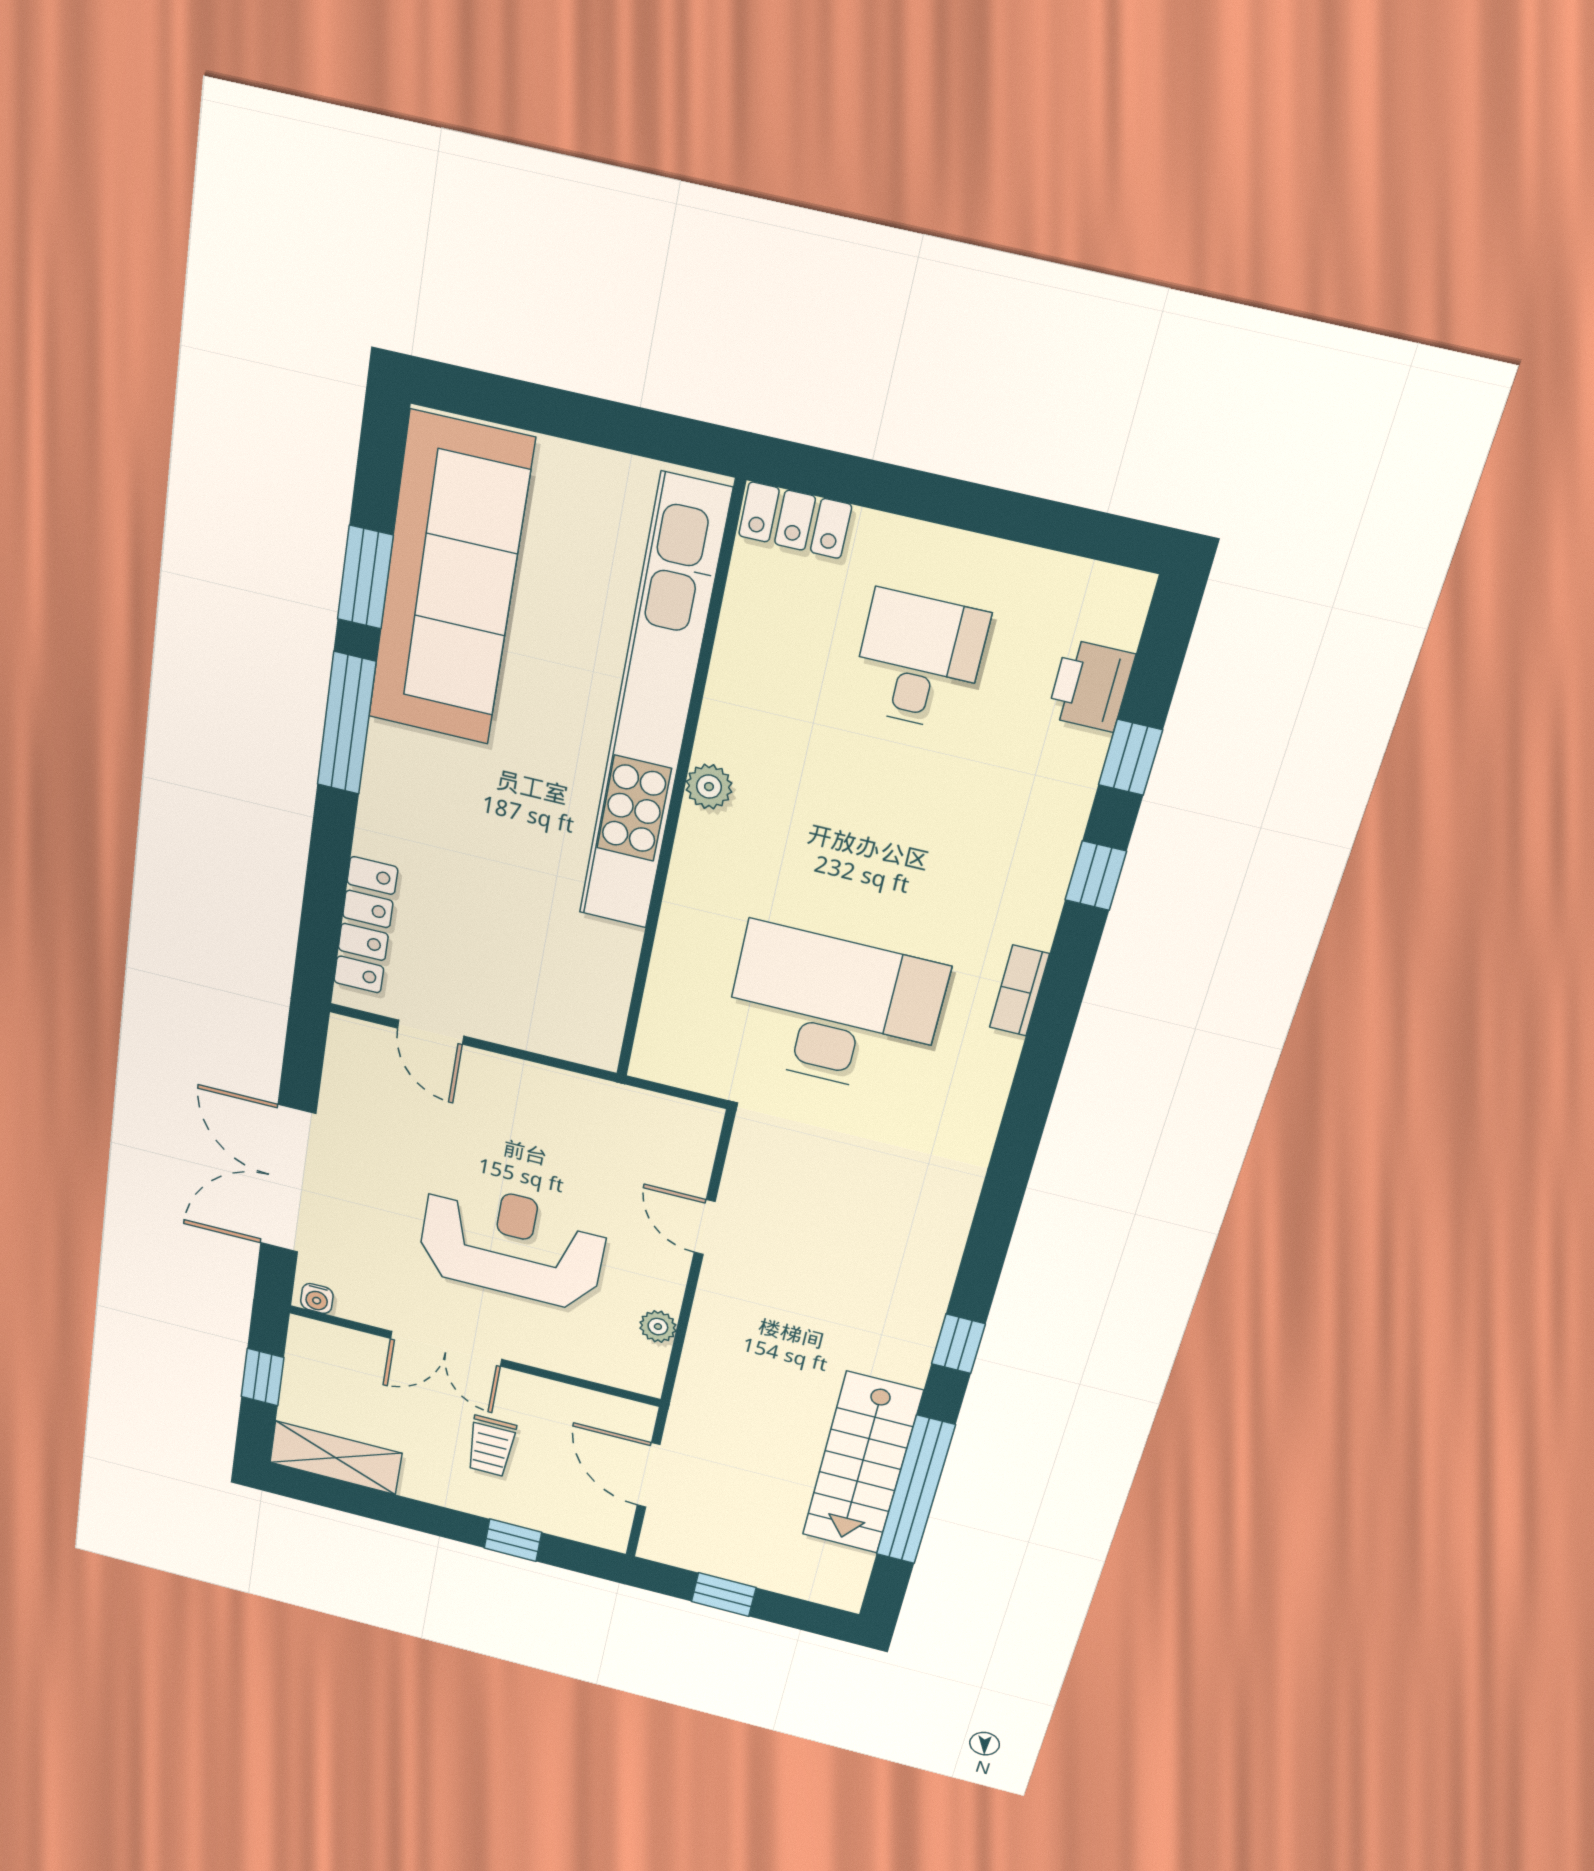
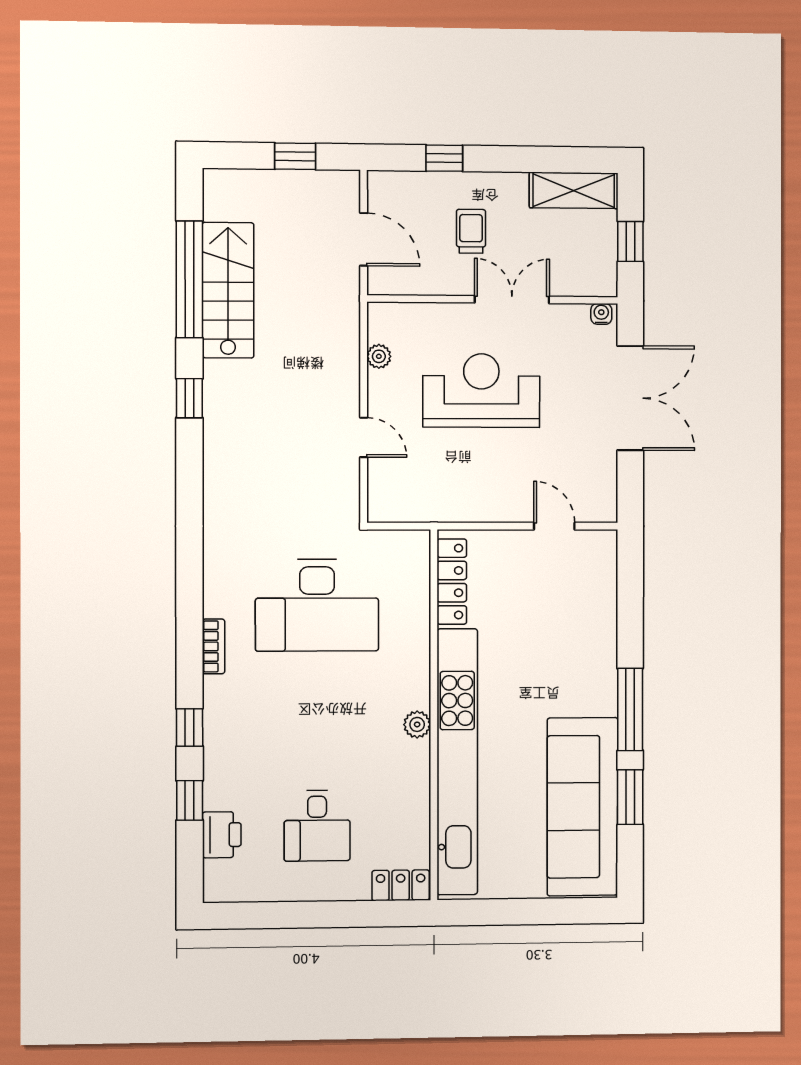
locker: (366, 925) -> (452, 582), moved, turned 180
reception desk: (512, 1245) -> (481, 391), turned 180

